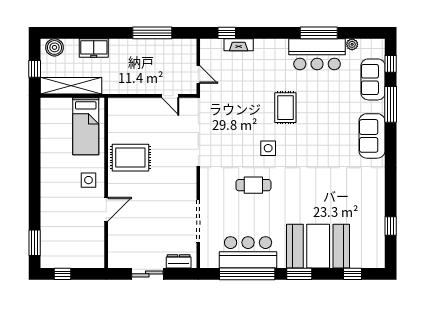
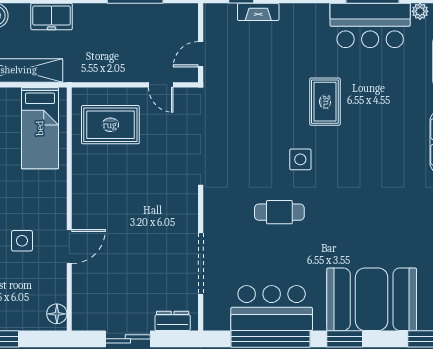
door: (198, 74) -> (201, 54), swing flipped
rug: (130, 158) -> (110, 125), moved
side table: (88, 180) -> (22, 241), moved
floor lamp: (97, 256) -> (57, 314), added

